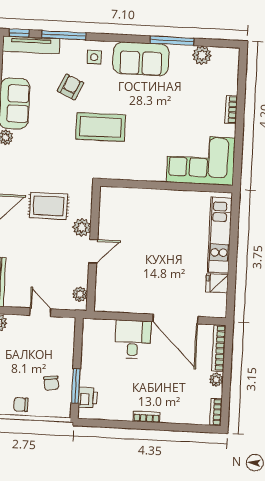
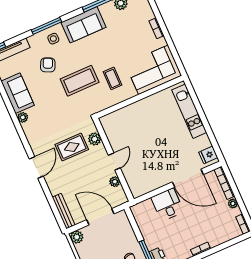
window: (64, 35) -> (47, 26), moved
coffee table: (144, 145) -> (112, 78), added
plant: (82, 227) -> (95, 139), moved
fridge: (217, 283) -> (208, 155), moved
plant: (80, 294) -> (115, 182), moved
door: (40, 312) -> (100, 217), width x1.88

